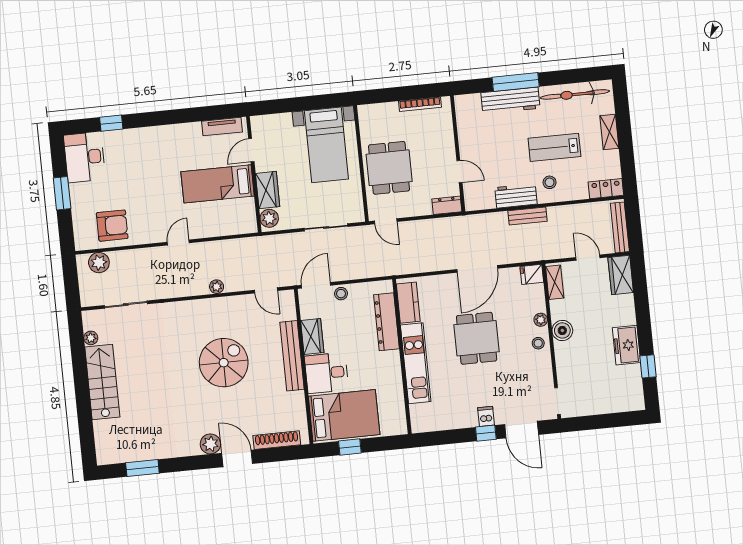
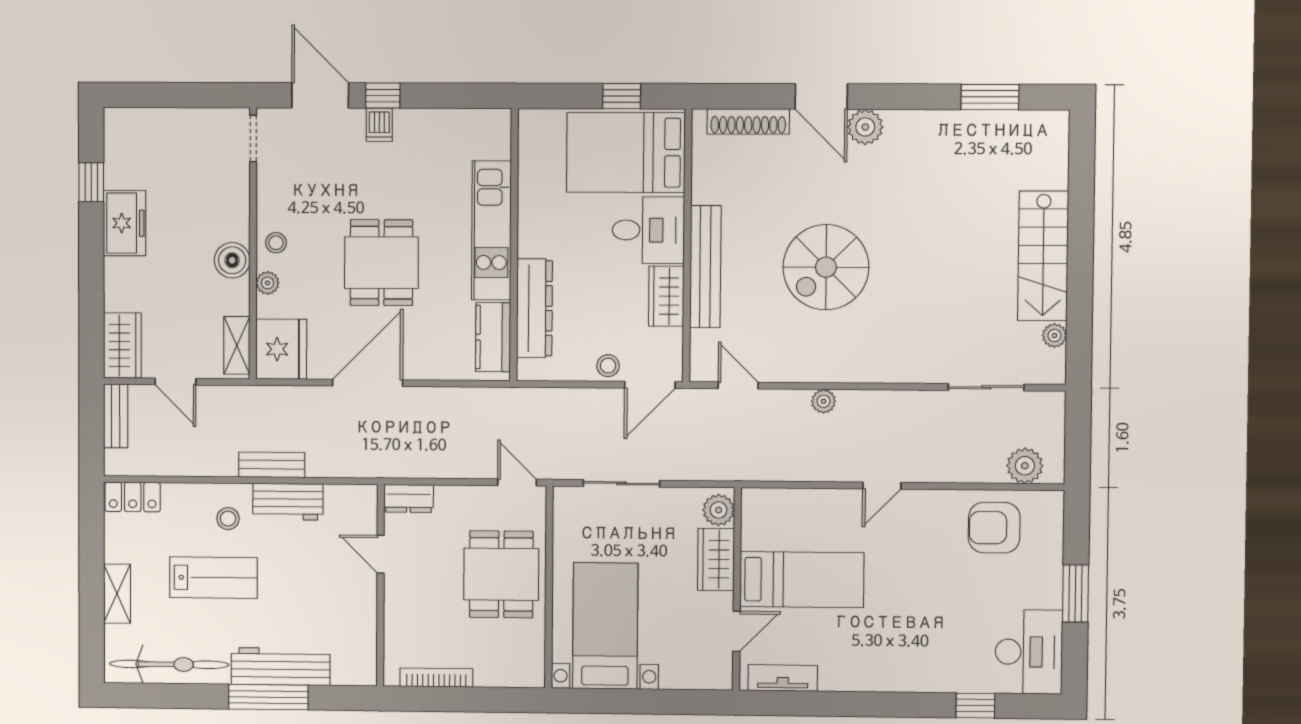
bench: (620, 227) -> (116, 416), width x0.73
fridge: (532, 274) -> (281, 349), width x1.88, depth x1.34

